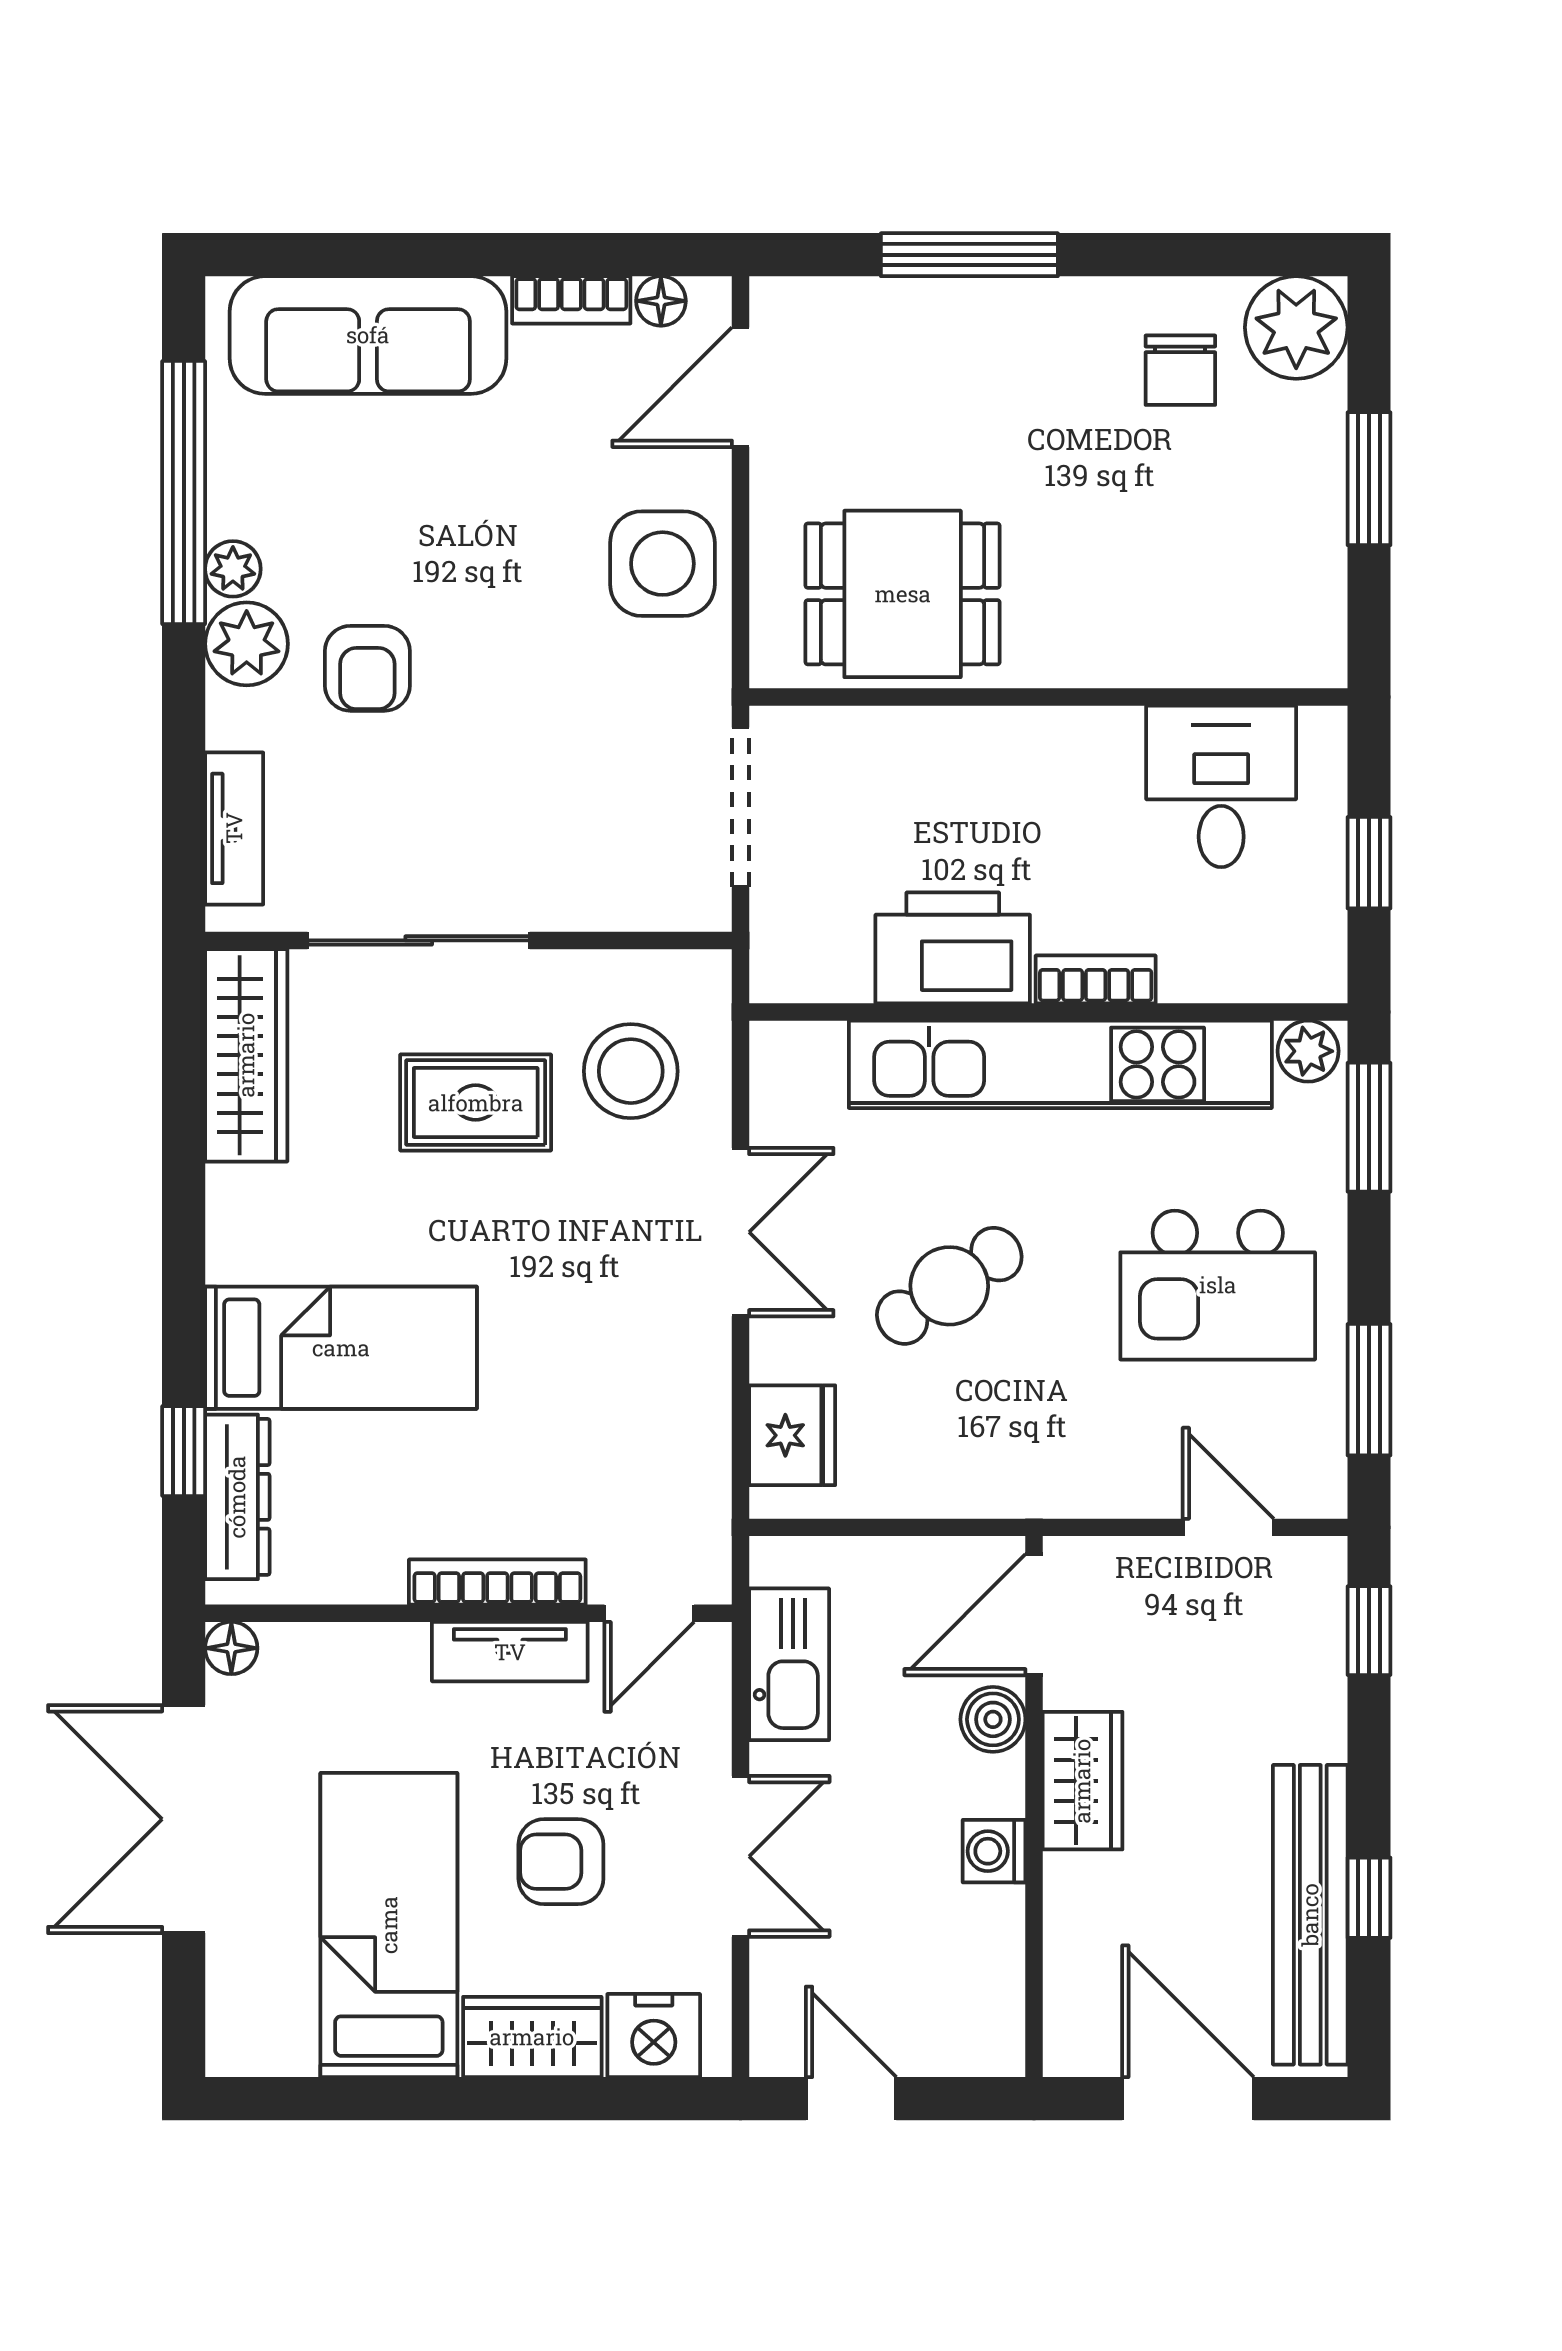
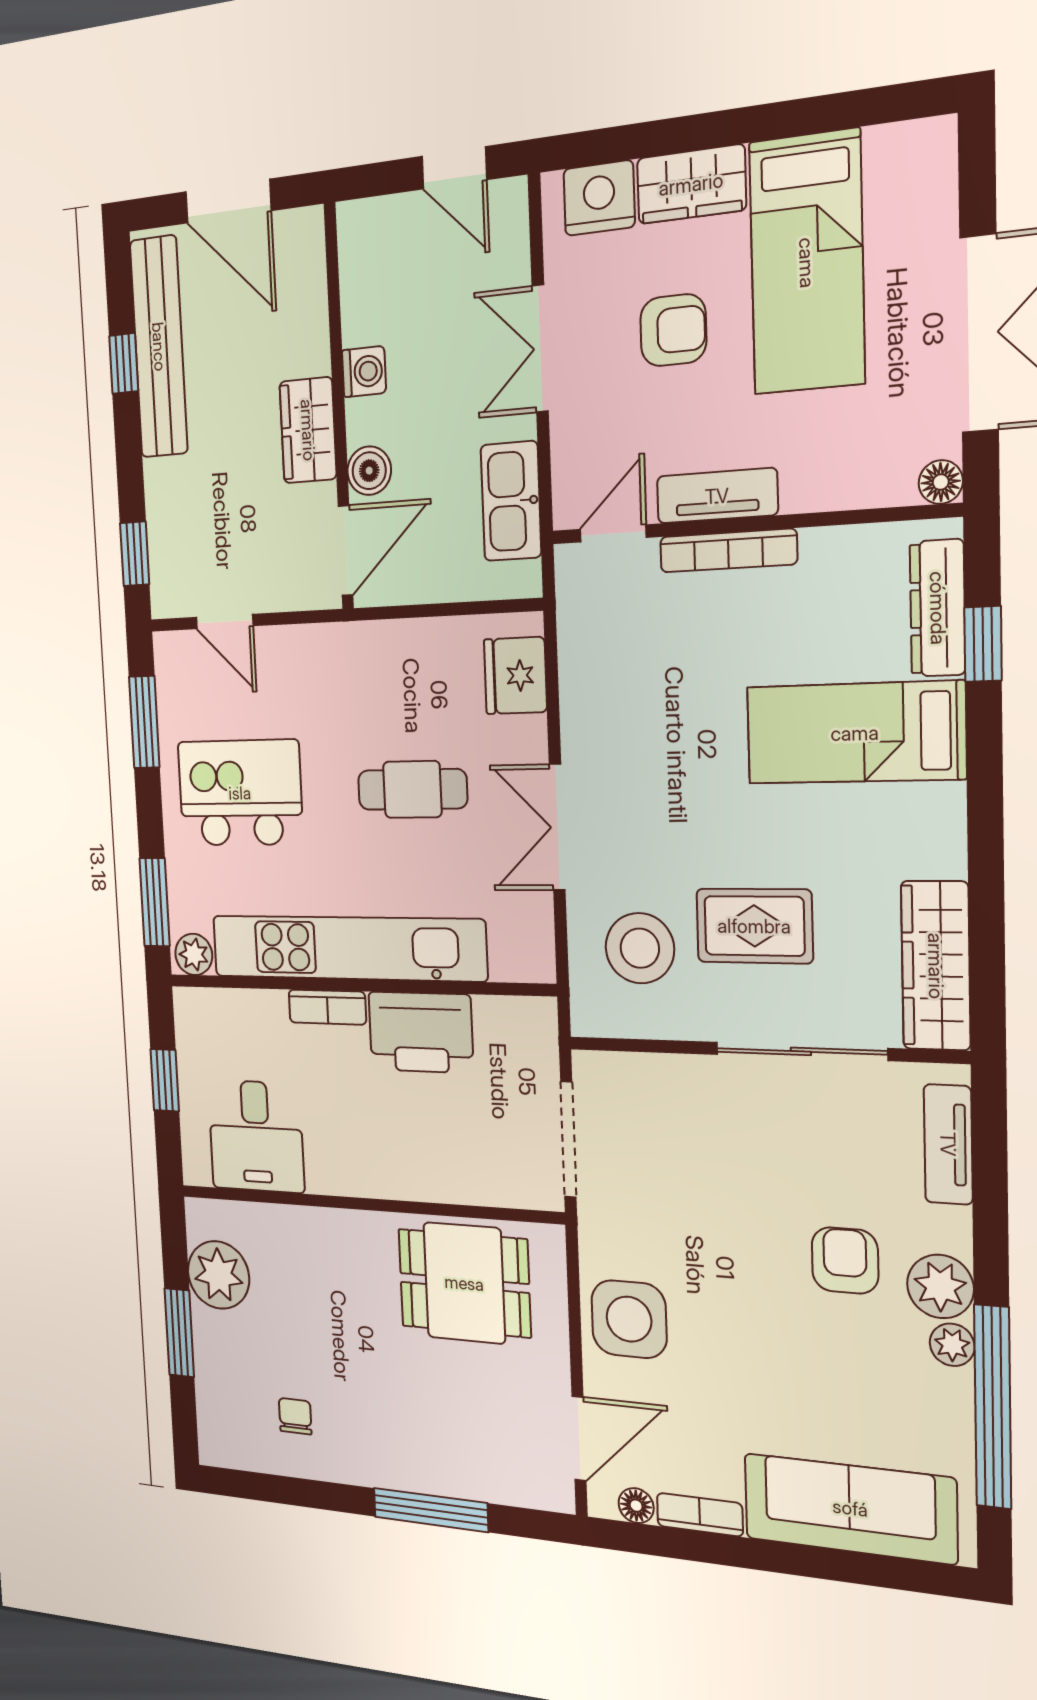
plant: (1296, 327) -> (218, 1275), moved
chair: (1180, 370) -> (295, 1416), width x0.73, depth x0.73
cafe table: (949, 1286) -> (412, 789), turned 34

